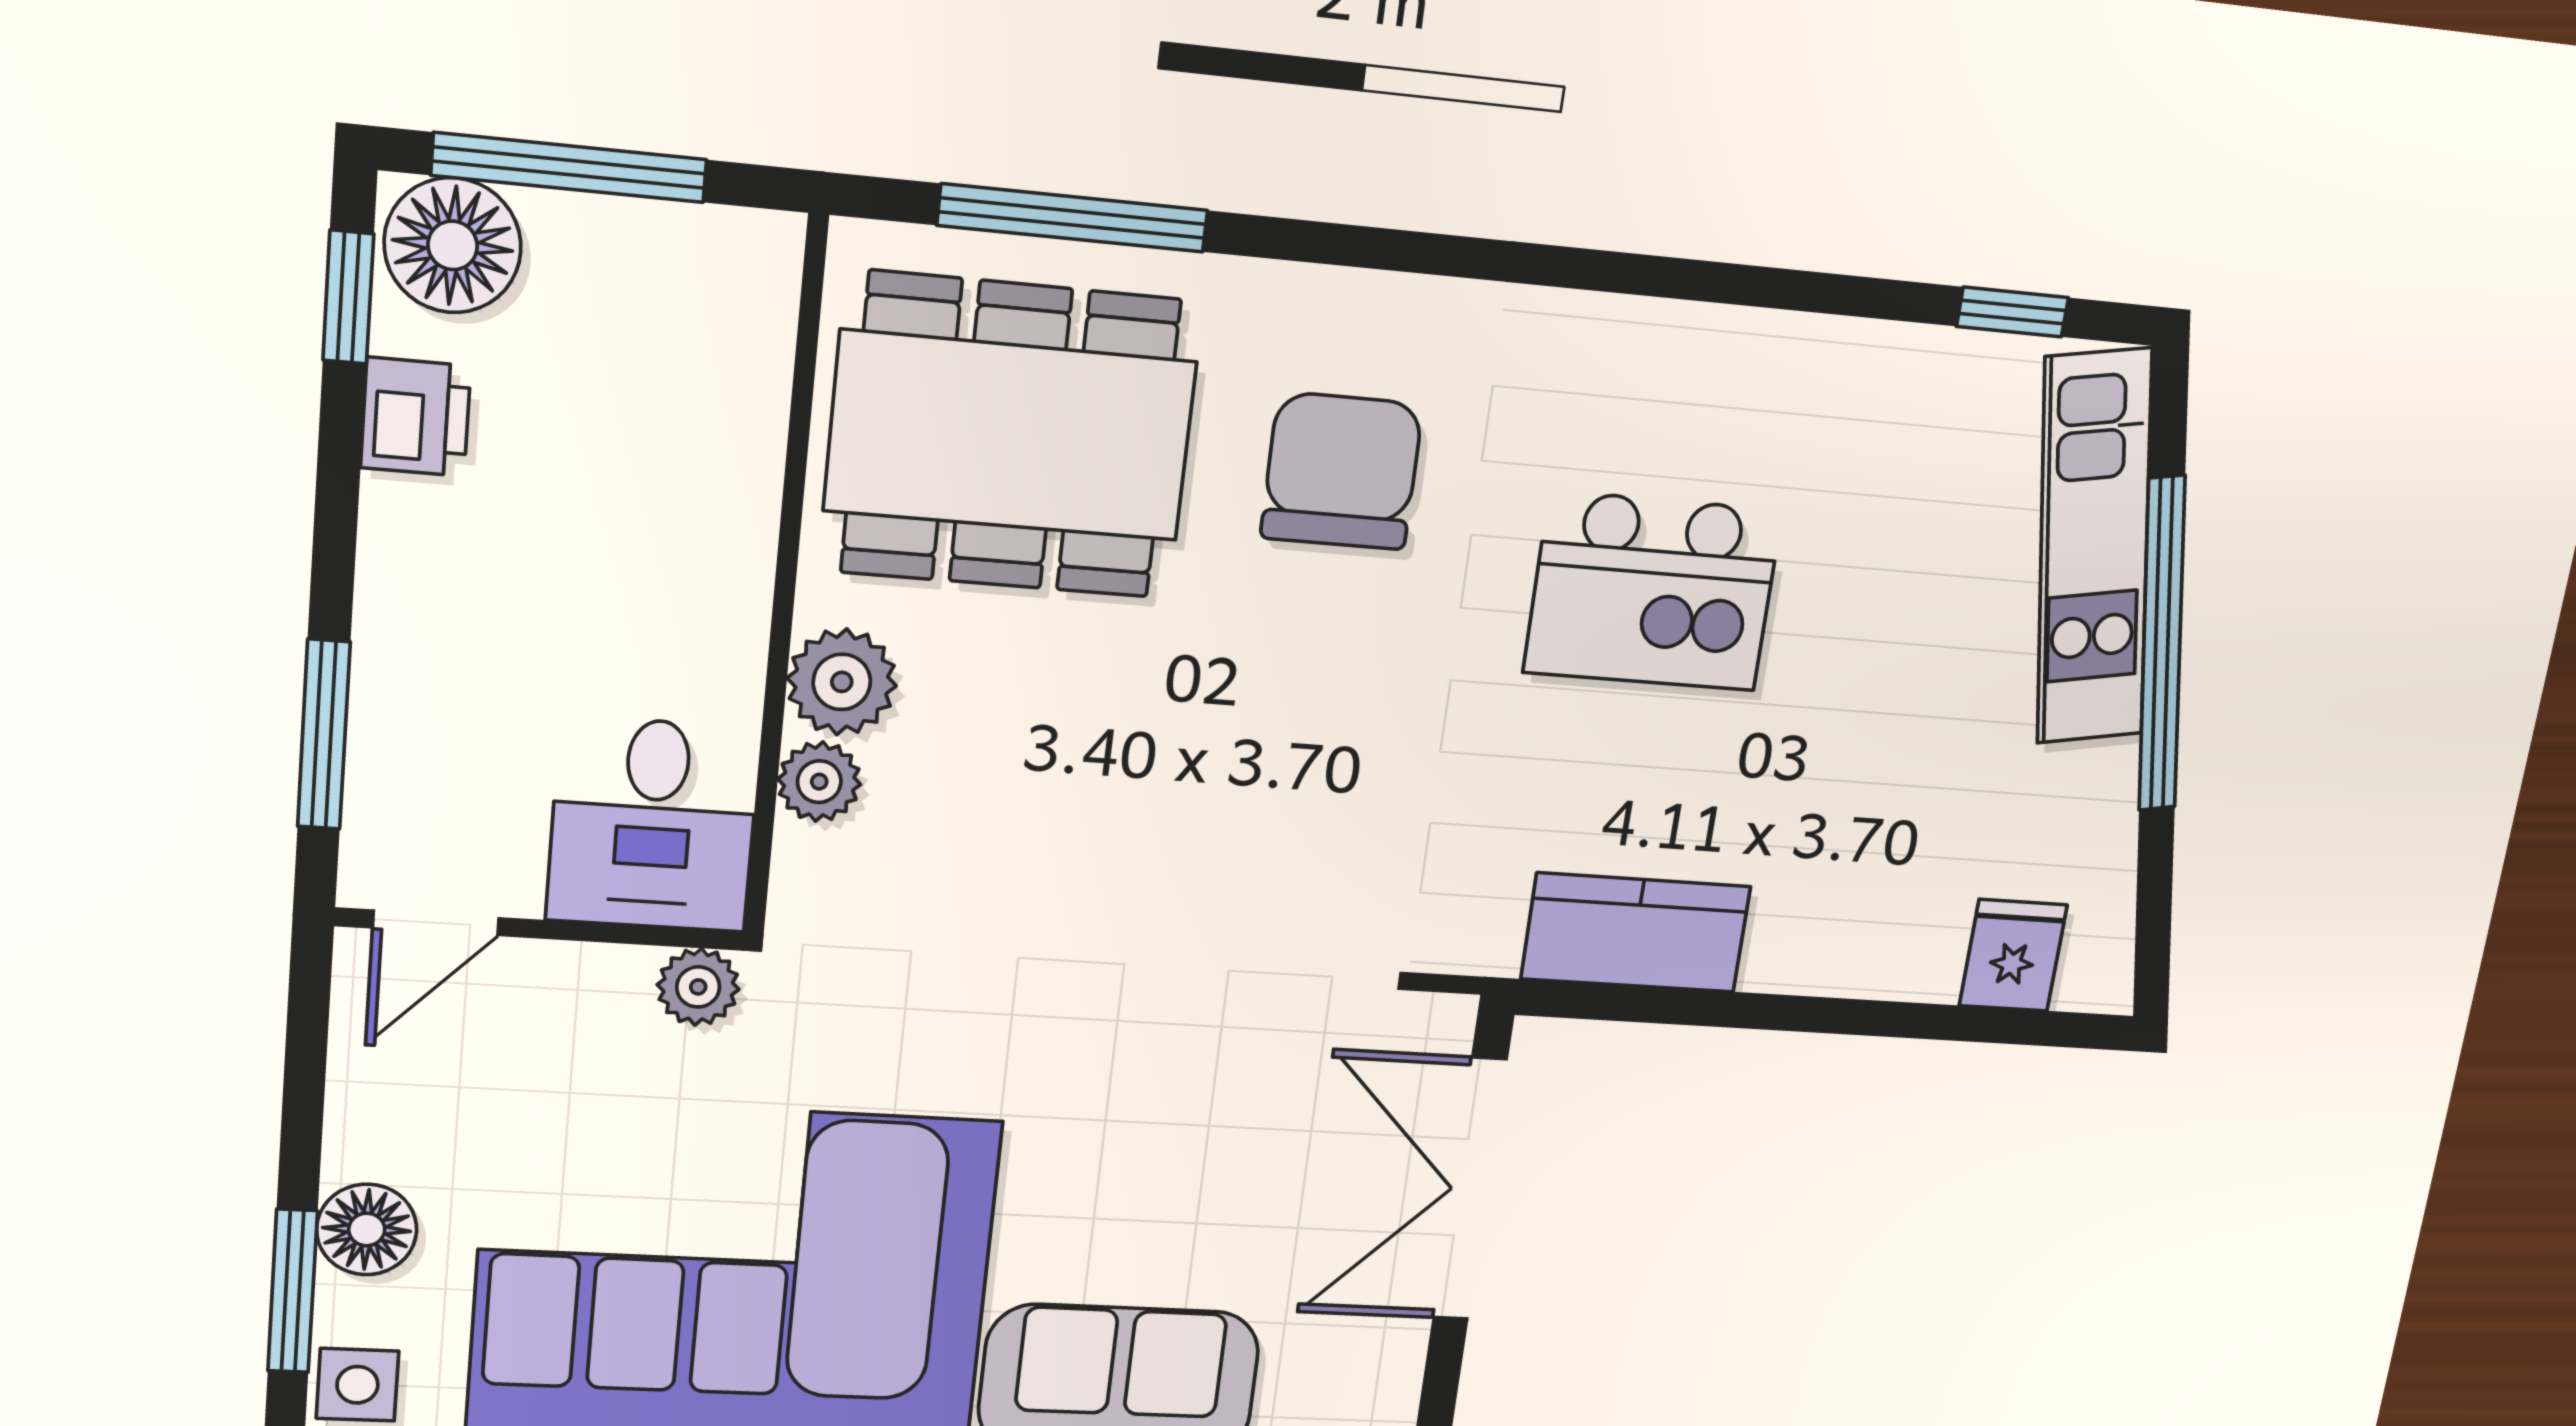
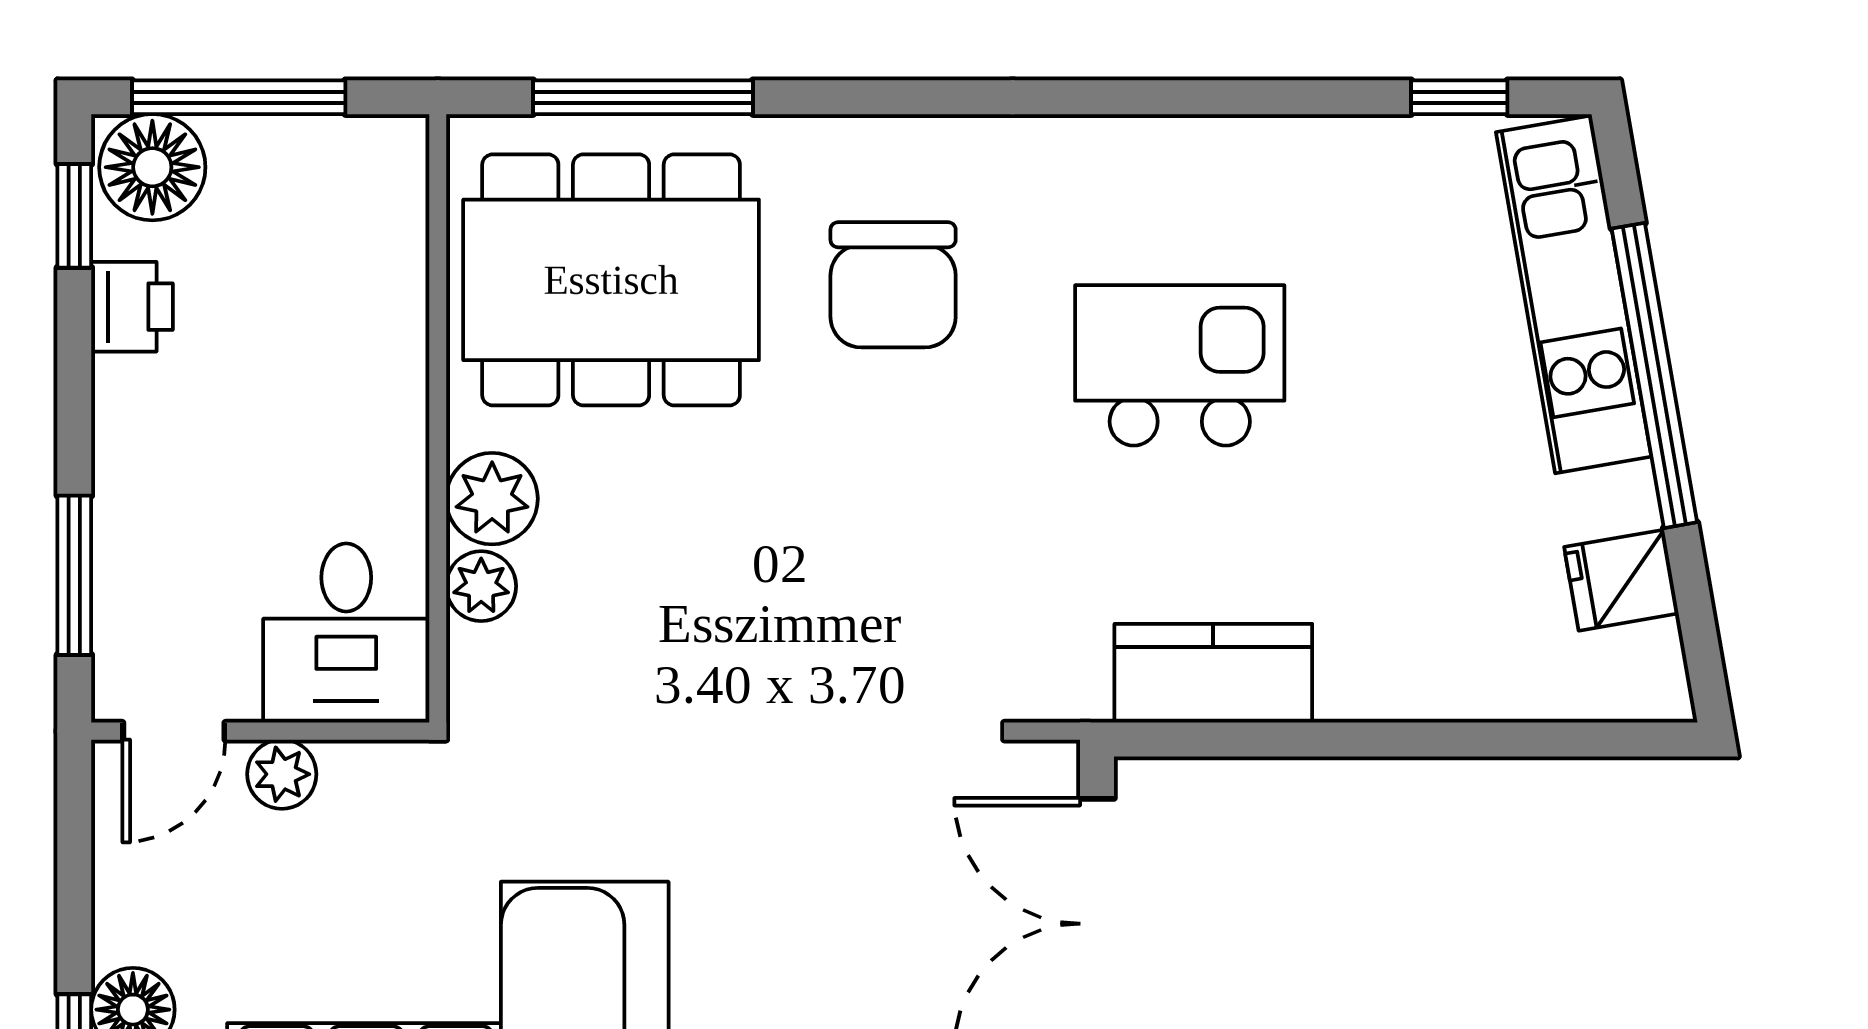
chair: (1342, 471) -> (893, 285), turned 180
kitchen island: (1653, 591) -> (1180, 365), turned 180
fridge: (2013, 955) -> (1621, 580), moved, turned -100
plant: (698, 987) -> (282, 774), moved

